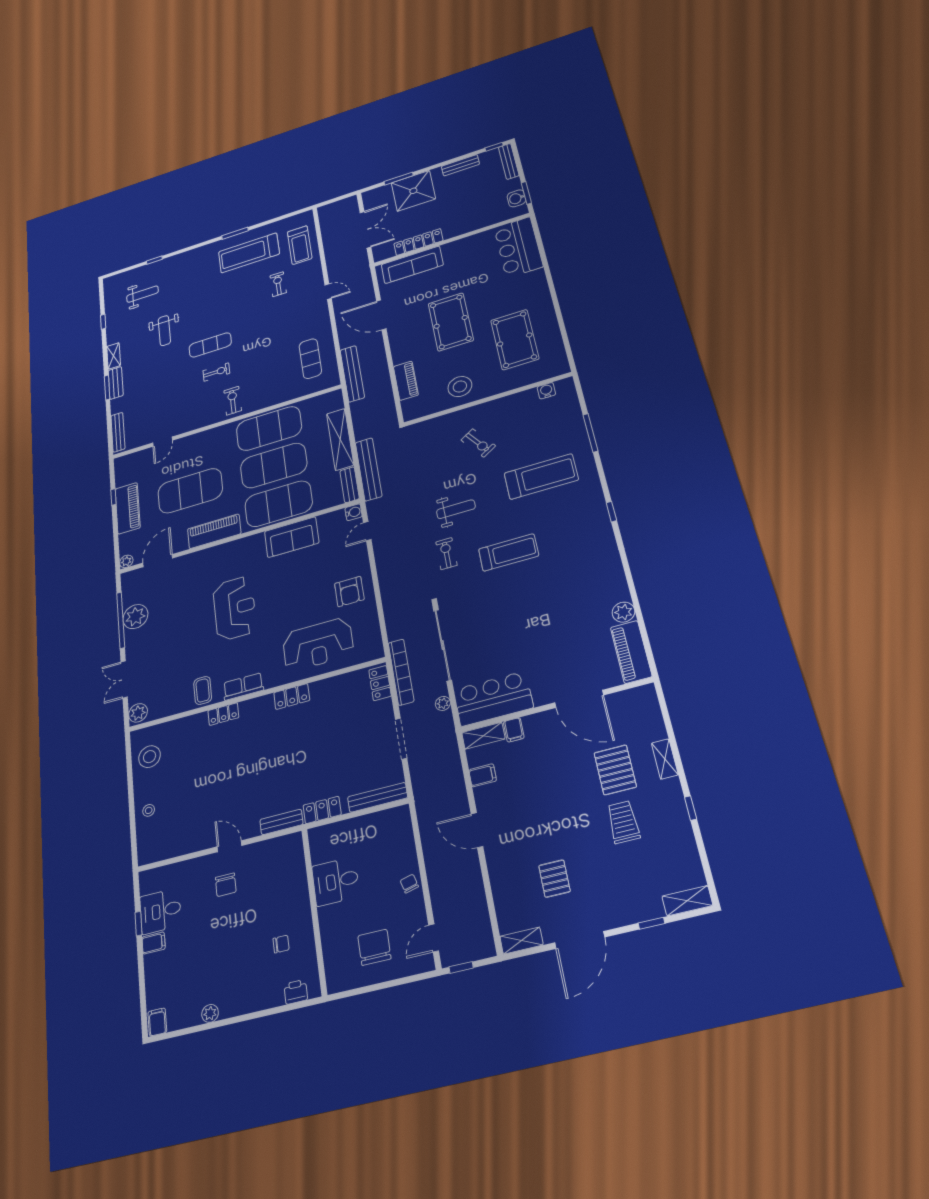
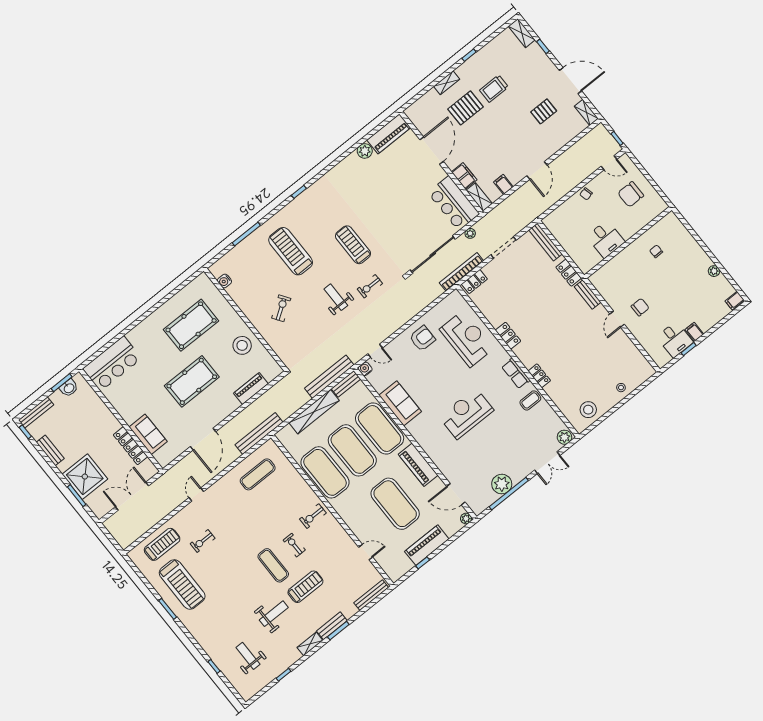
sofa: (412, 265) -> (148, 434), width x0.73
treadmill: (169, 370) -> (305, 587), added
filing cabinet: (514, 730) -> (464, 176), width x2.00
printer: (296, 992) -> (677, 227), removed

